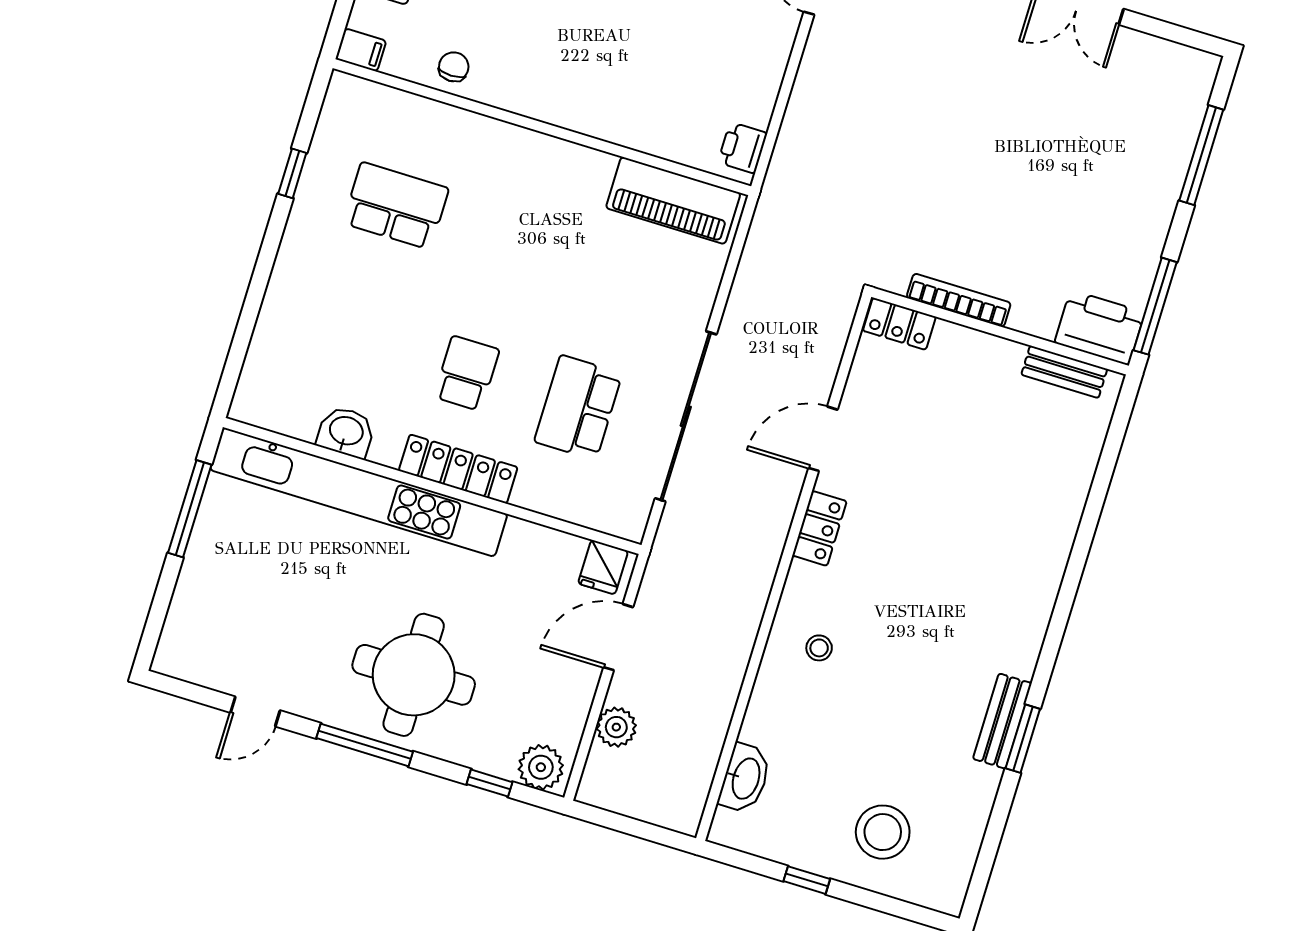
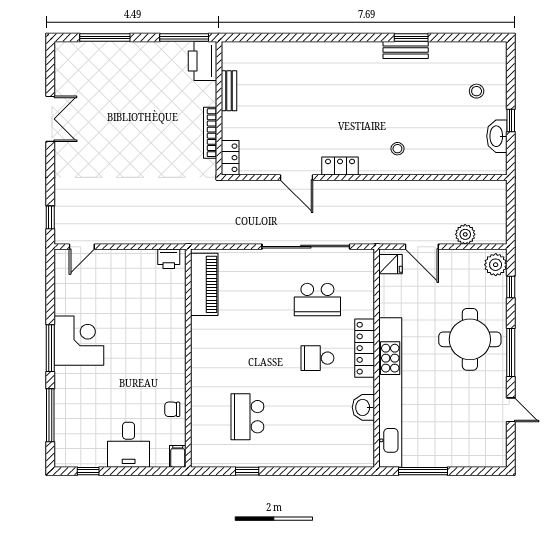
bench: (1064, 372) -> (229, 91), moved
washbasin: (745, 778) -> (497, 136), moved, turned -90
stool: (883, 832) -> (477, 91), width x0.53, depth x0.53

